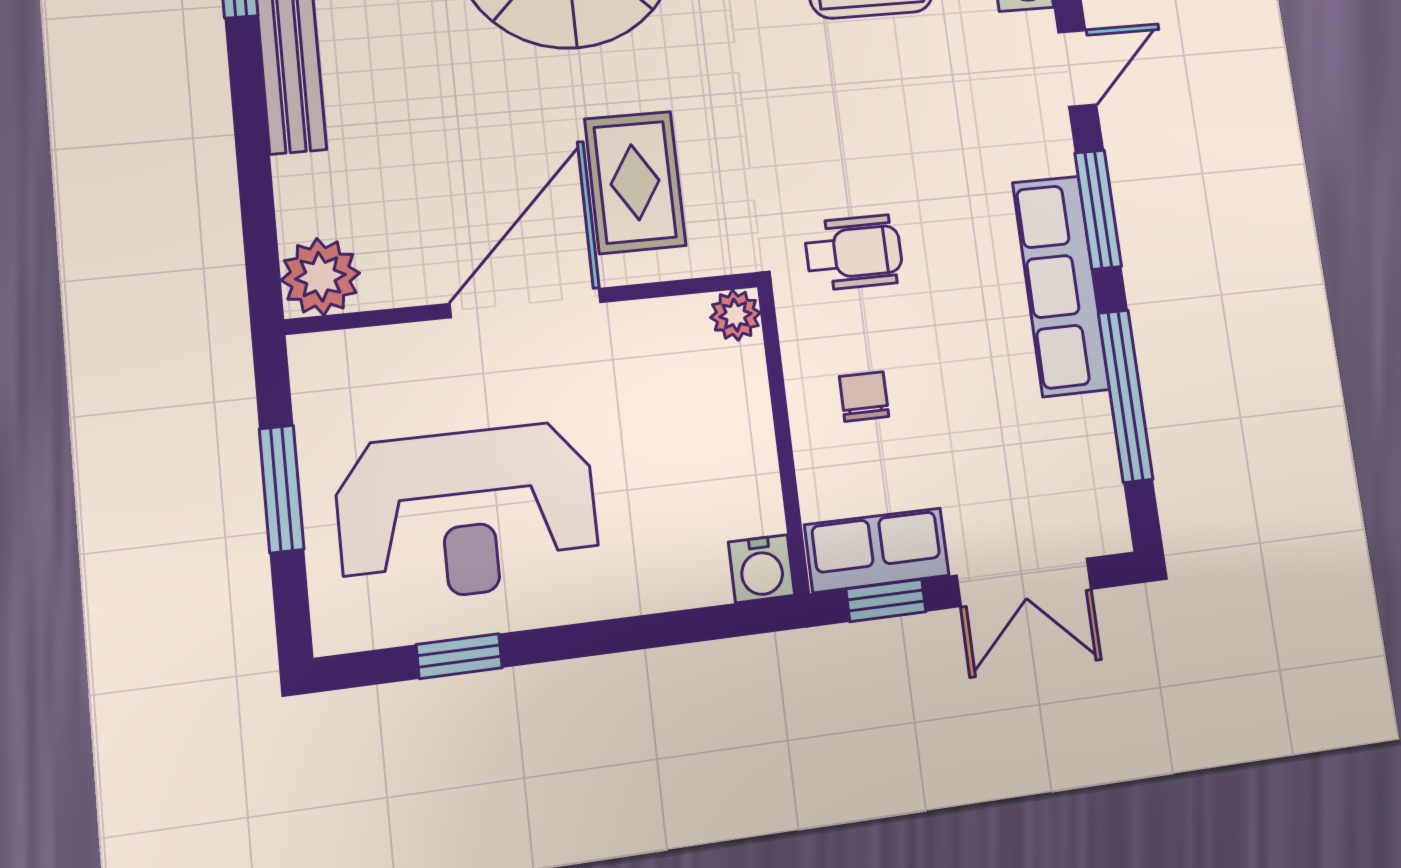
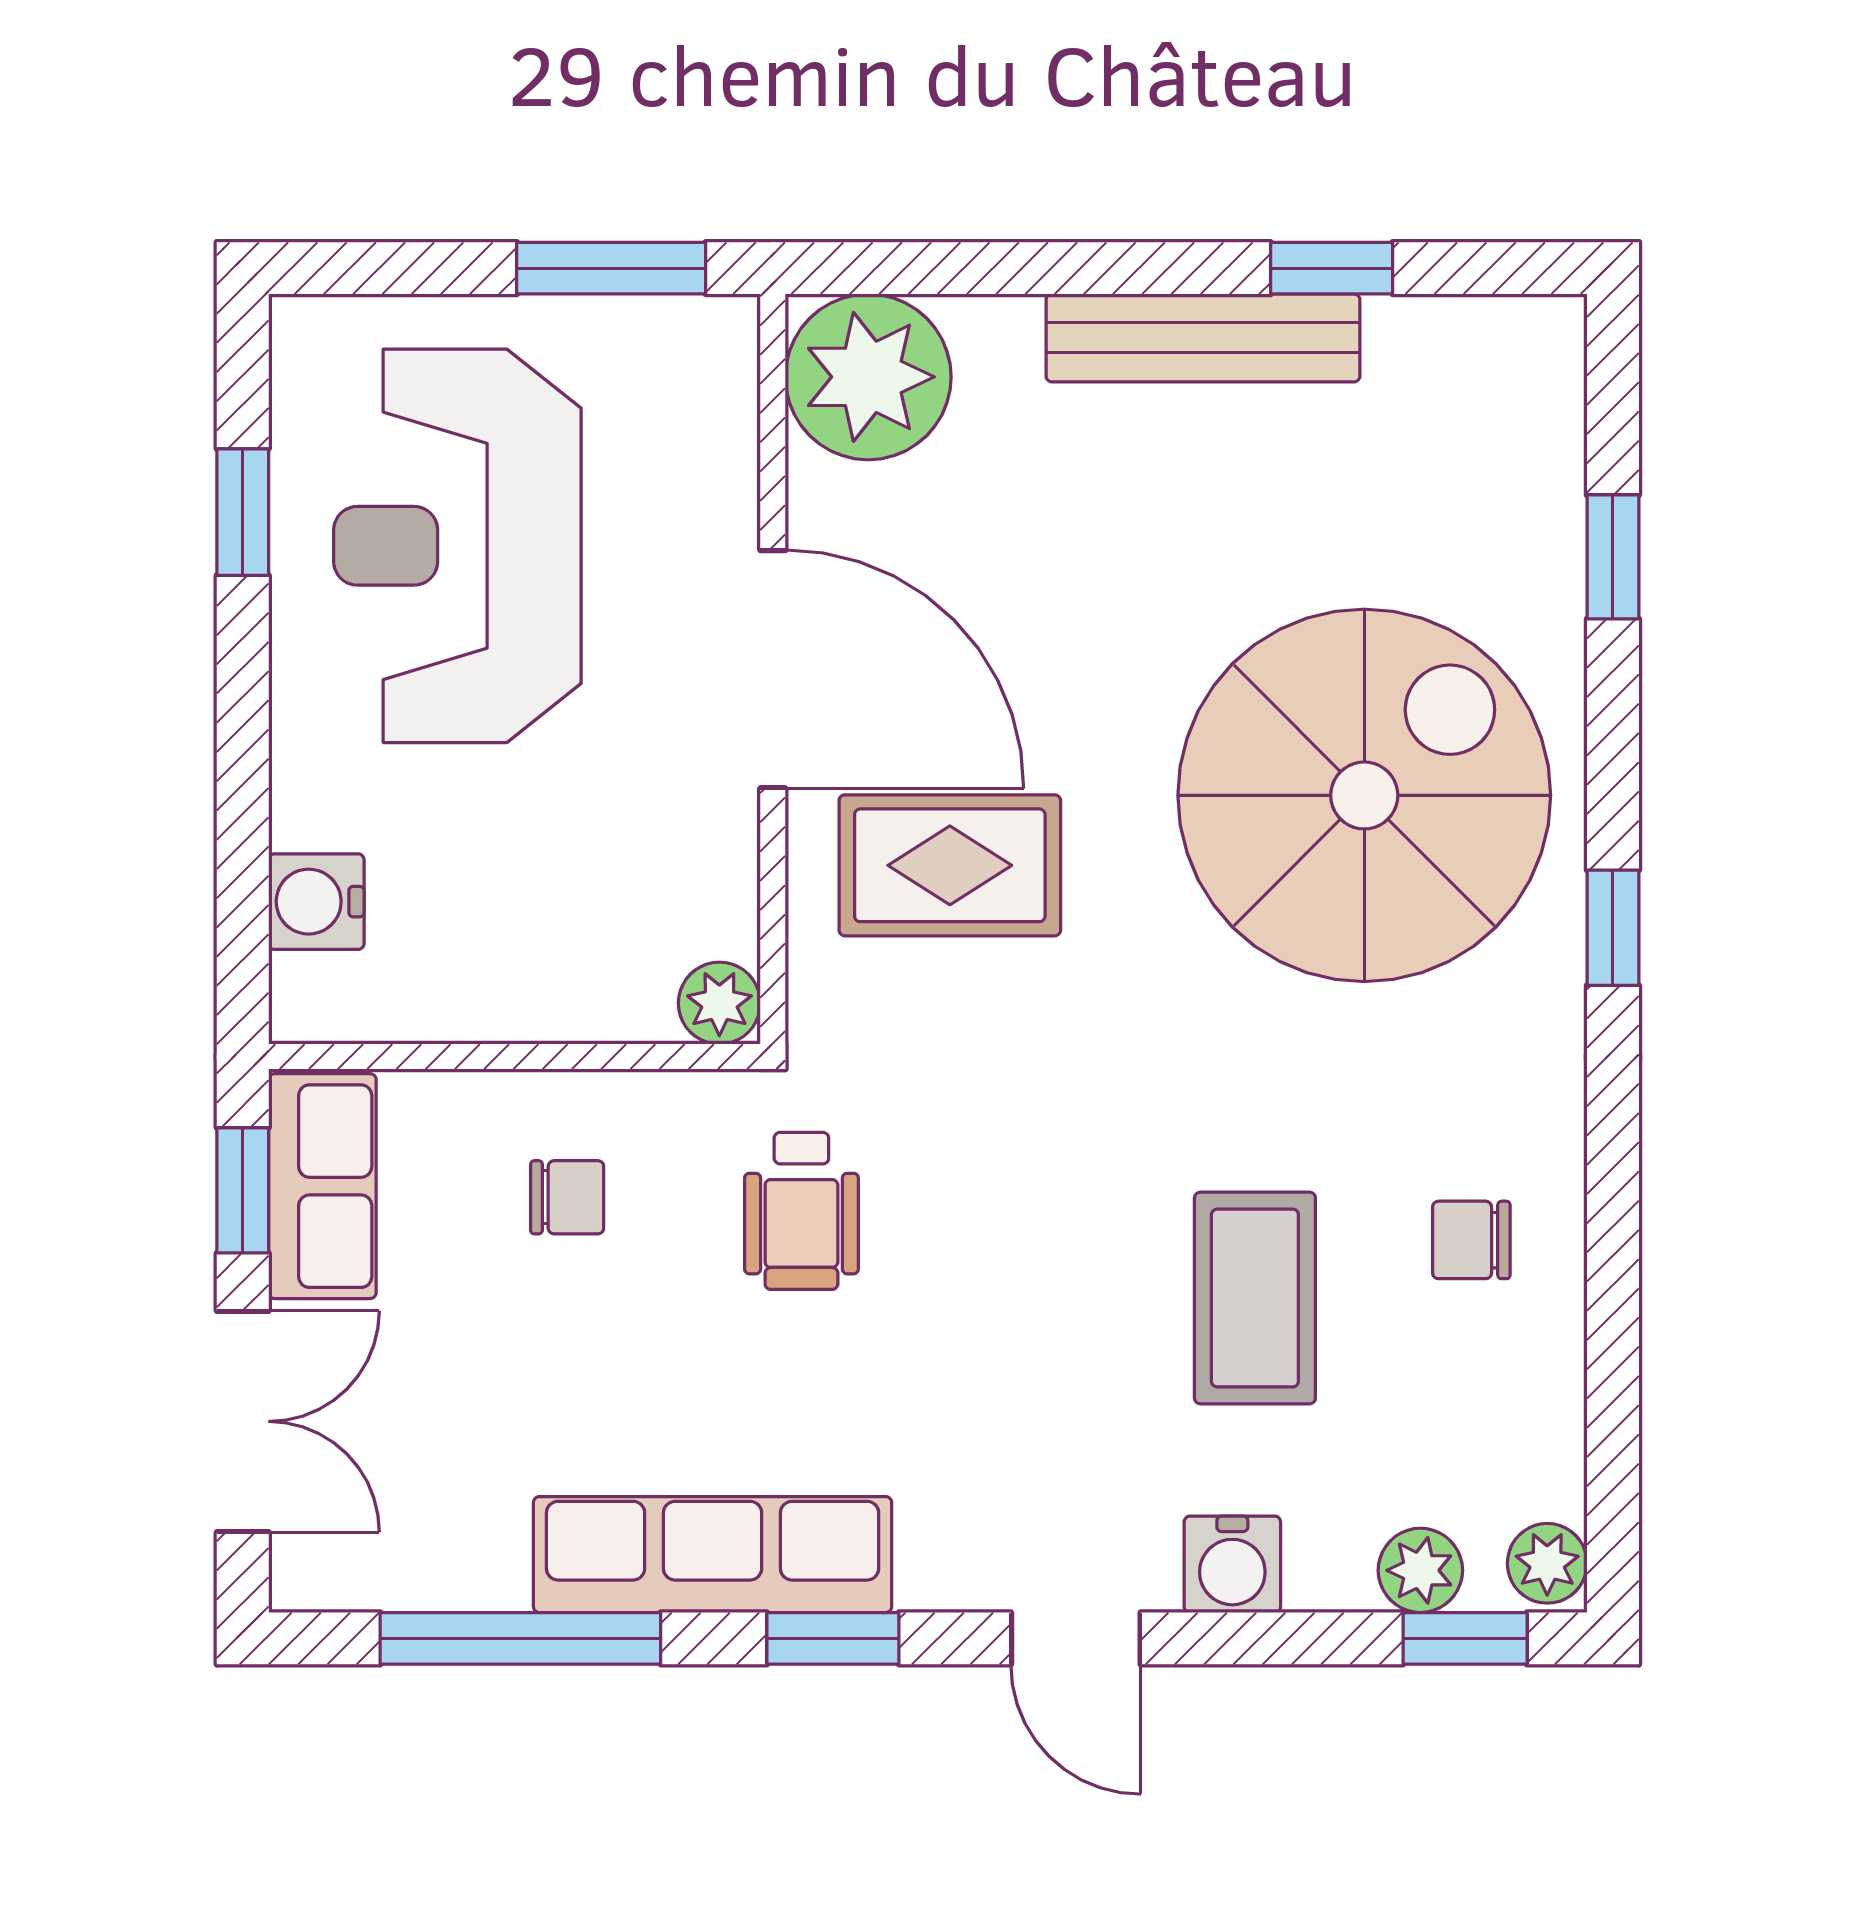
window: (1098, 210) -> (833, 1638), width x0.67
plant: (320, 277) -> (868, 377), width x1.36, depth x1.36
window: (282, 489) -> (611, 268), moved
water cooler: (762, 569) -> (316, 902), moved
double door: (1024, 582) -> (243, 1421), swing flipped

